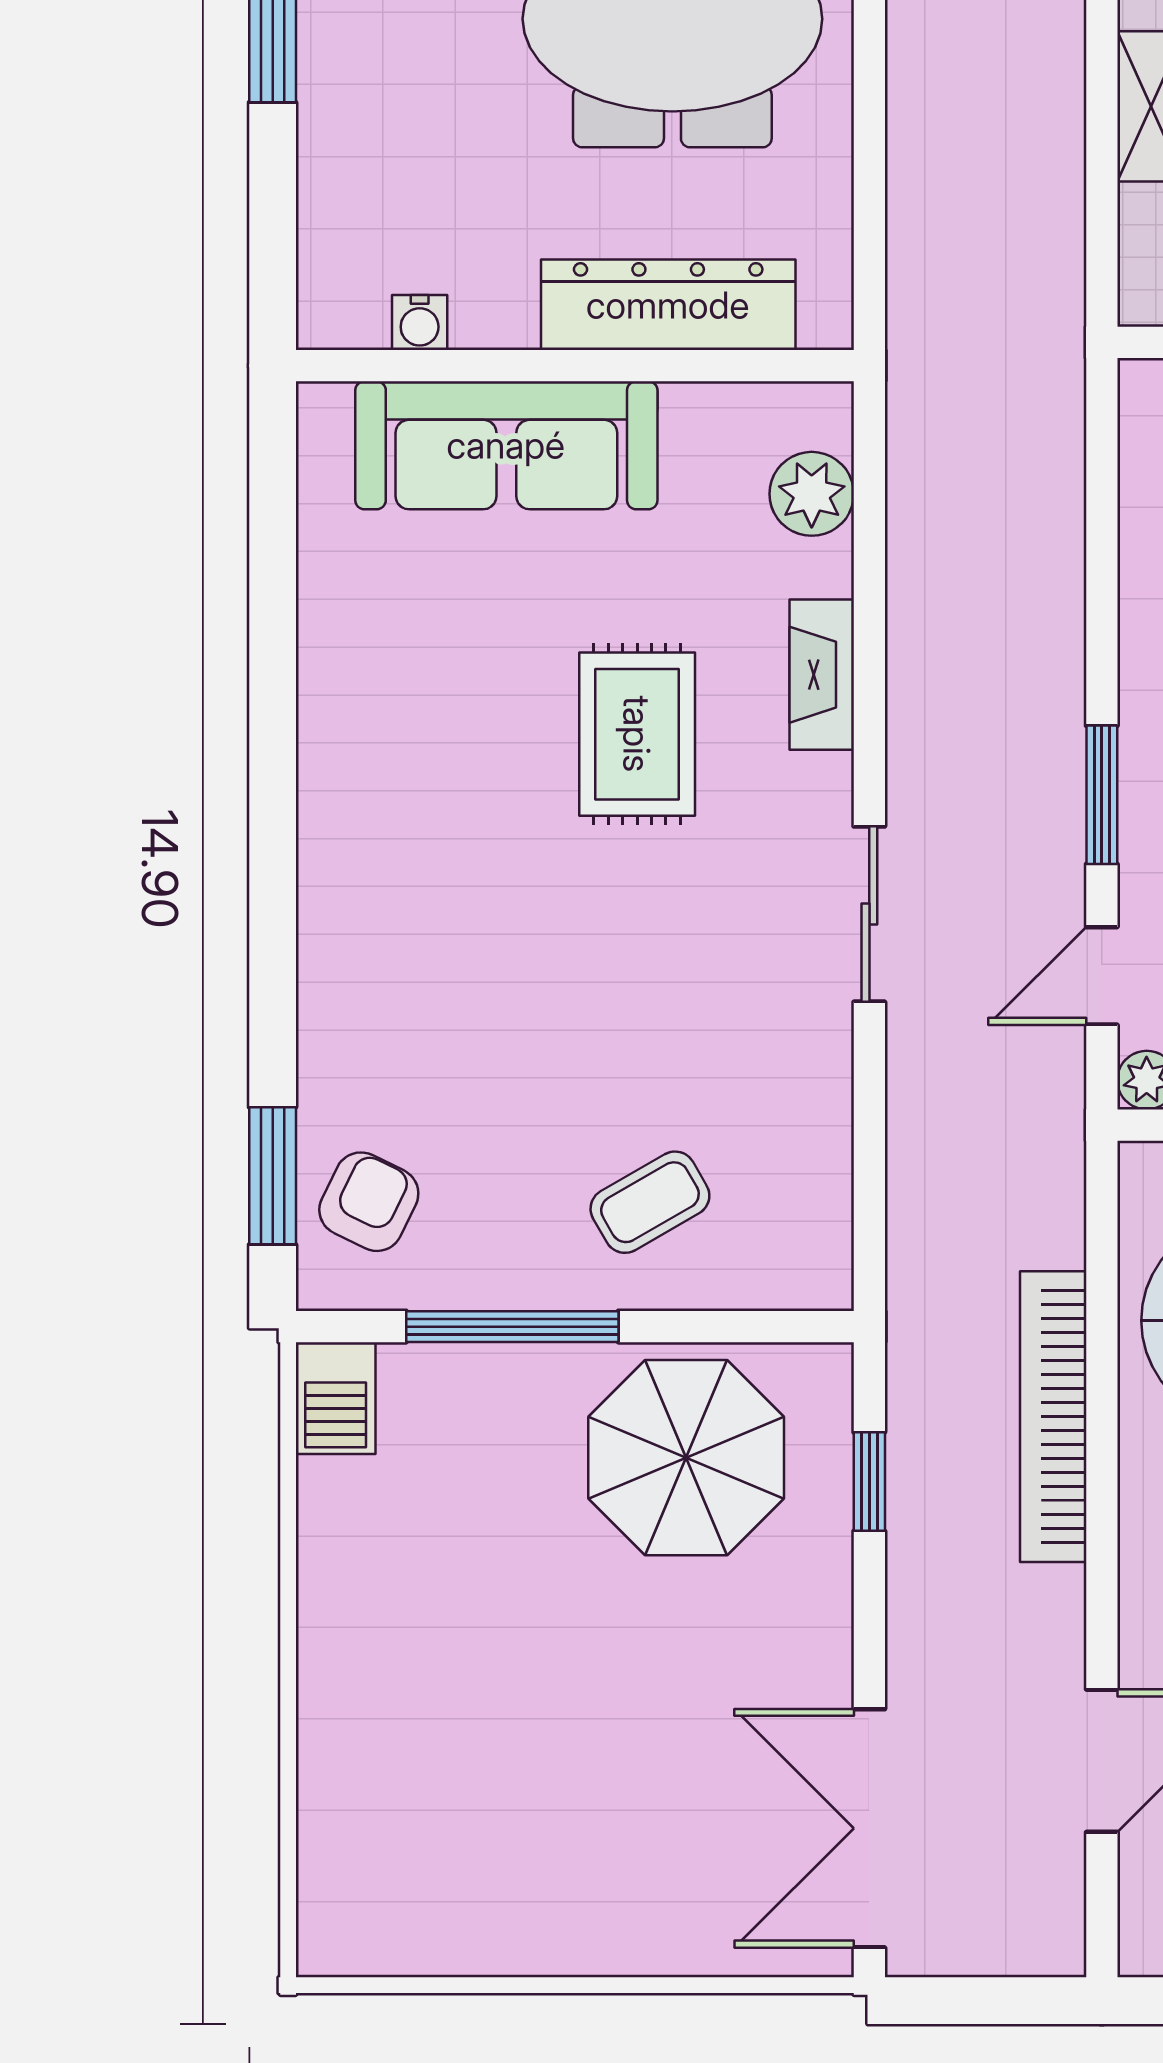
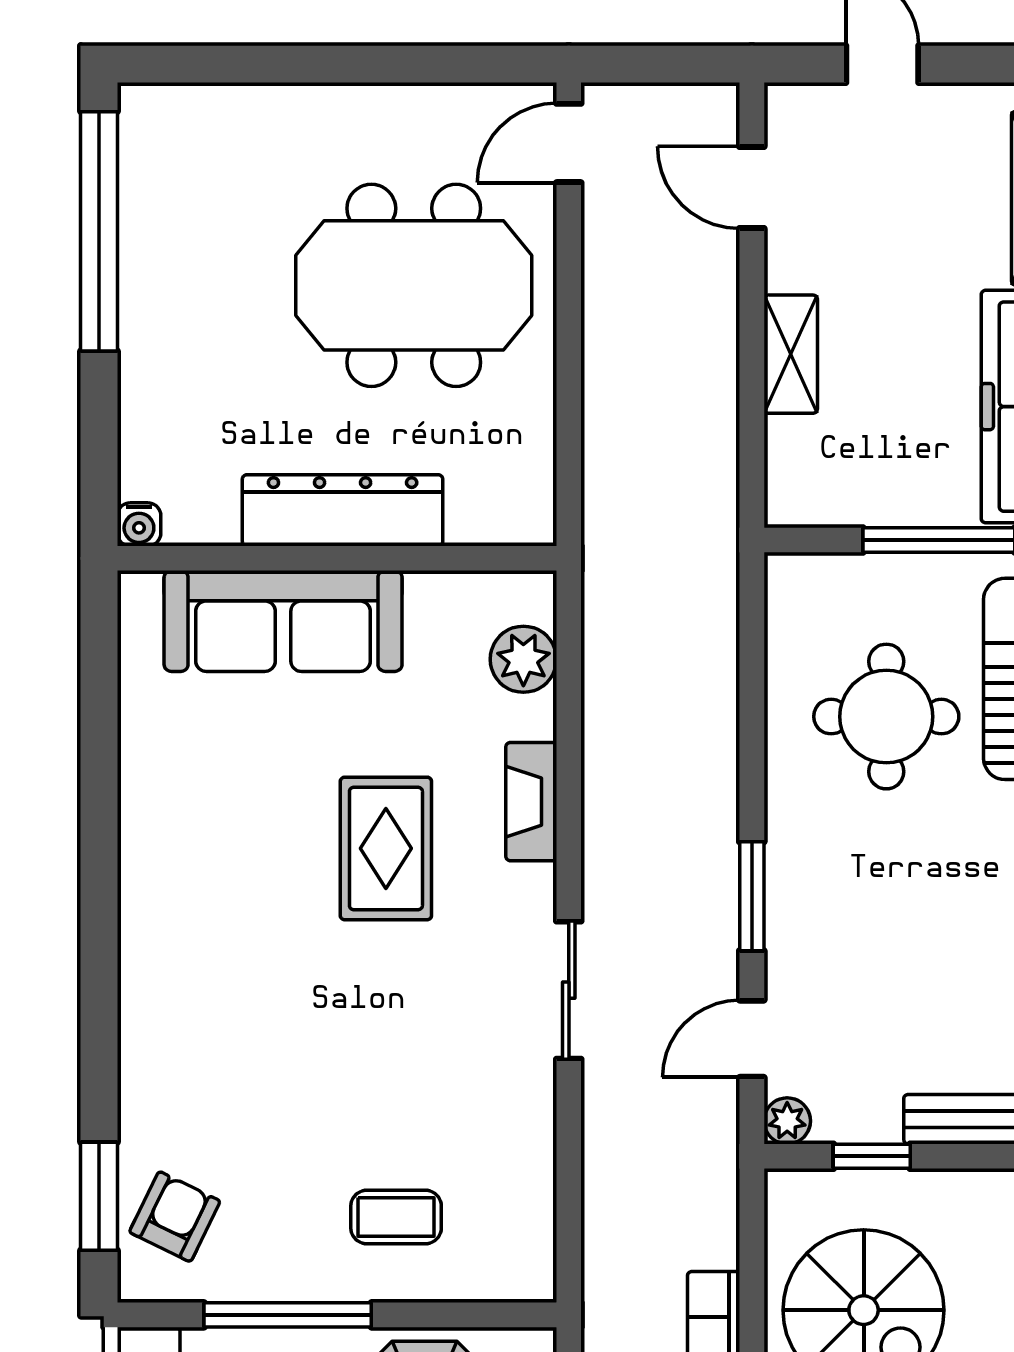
dresser: (668, 305) -> (343, 510), moved
water cooler: (420, 323) -> (139, 524), moved
coffee table: (650, 1202) -> (396, 1217), turned 30

